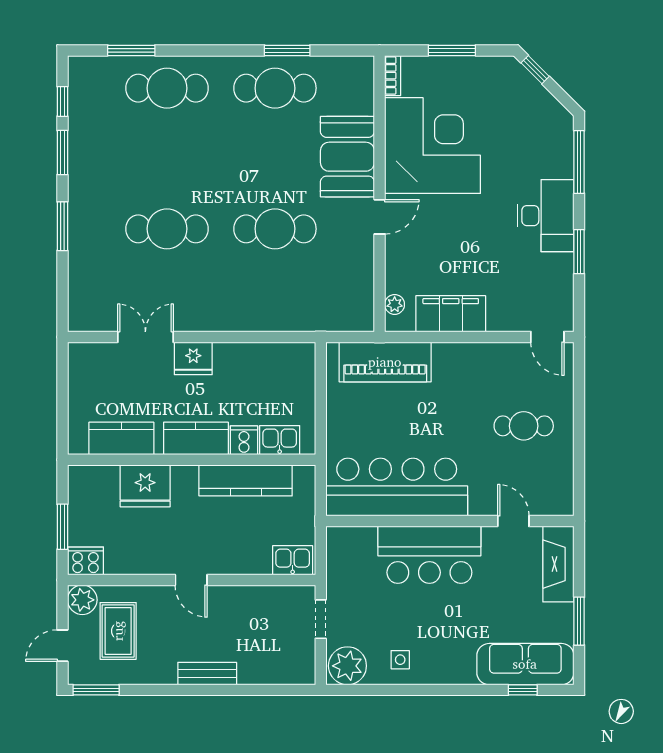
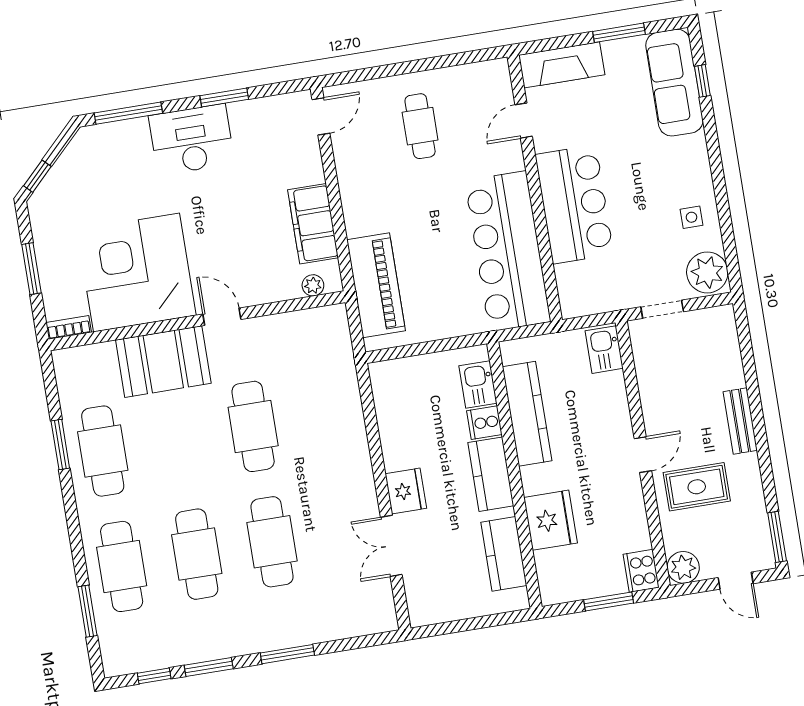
cafe table: (167, 159) -> (197, 554), added
rug: (118, 631) -> (697, 487), moved

